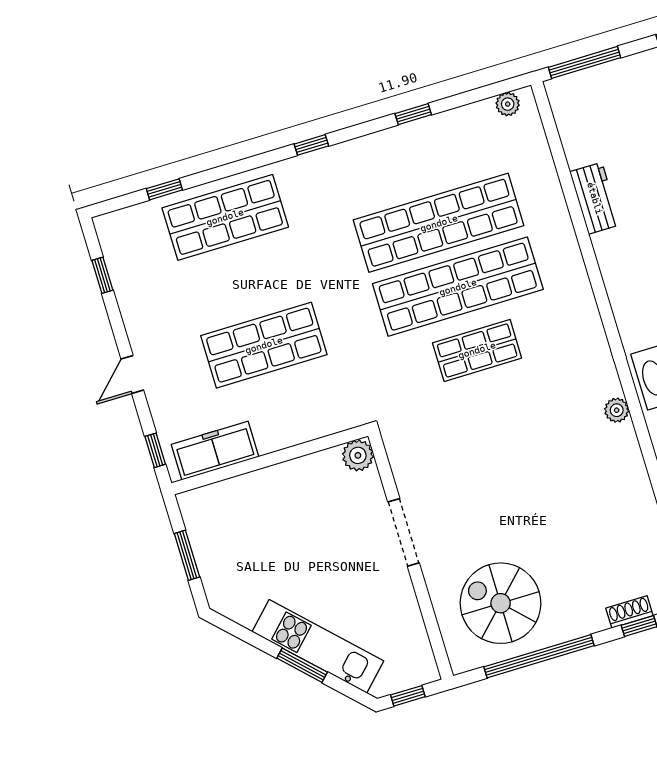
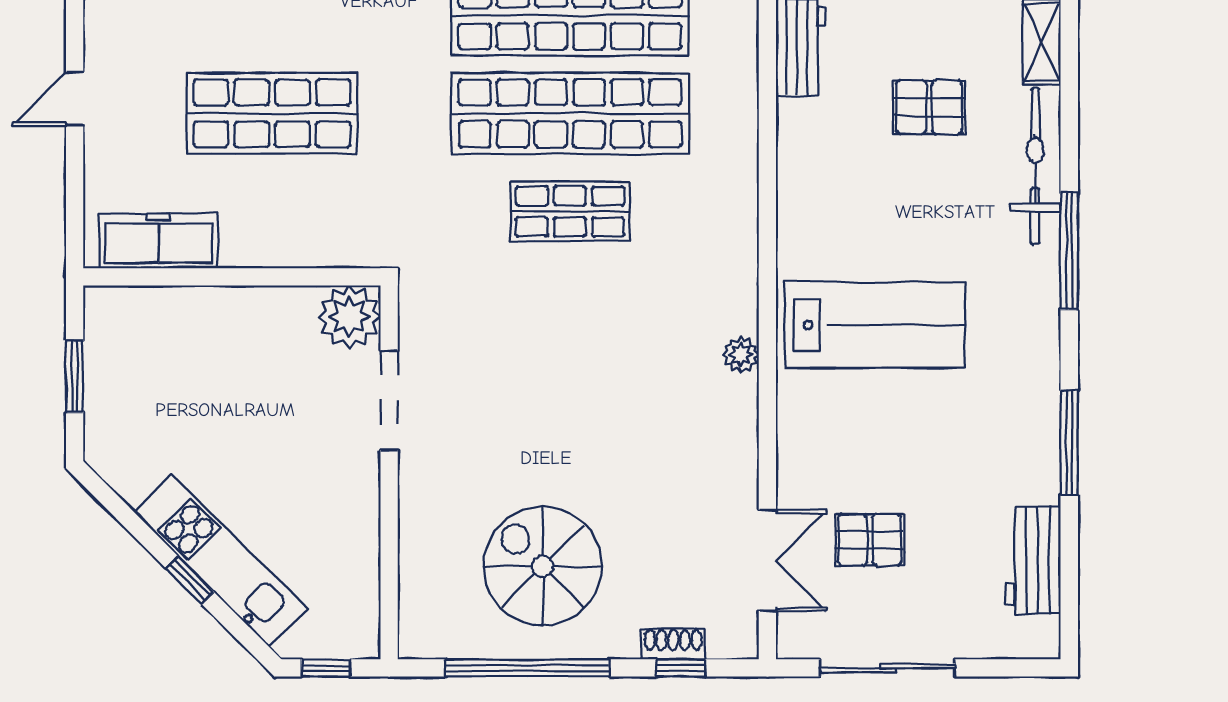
window: (155, 450) -> (75, 215), removed
plant: (358, 455) -> (349, 317), width x1.36, depth x1.36
doorway: (404, 532) -> (389, 400), moved
spiral stairs: (501, 603) -> (543, 566), moved
window: (302, 665) -> (190, 580), width x0.67

